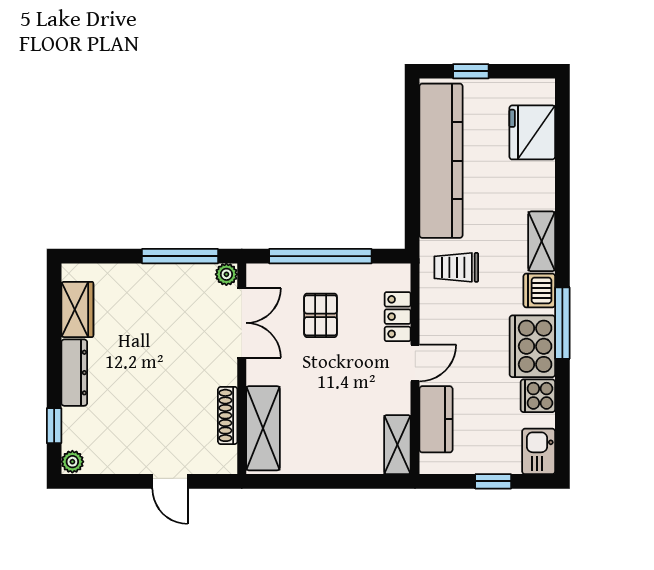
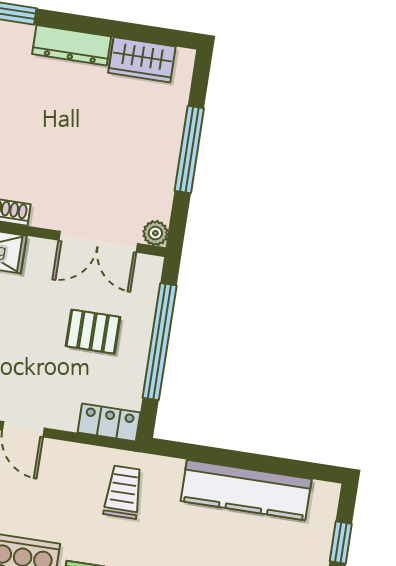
kitchen counter: (441, 161) -> (246, 490), width x0.72, depth x0.86
window: (180, 256) -> (189, 150), moved
locker: (398, 317) -> (109, 423), moved

